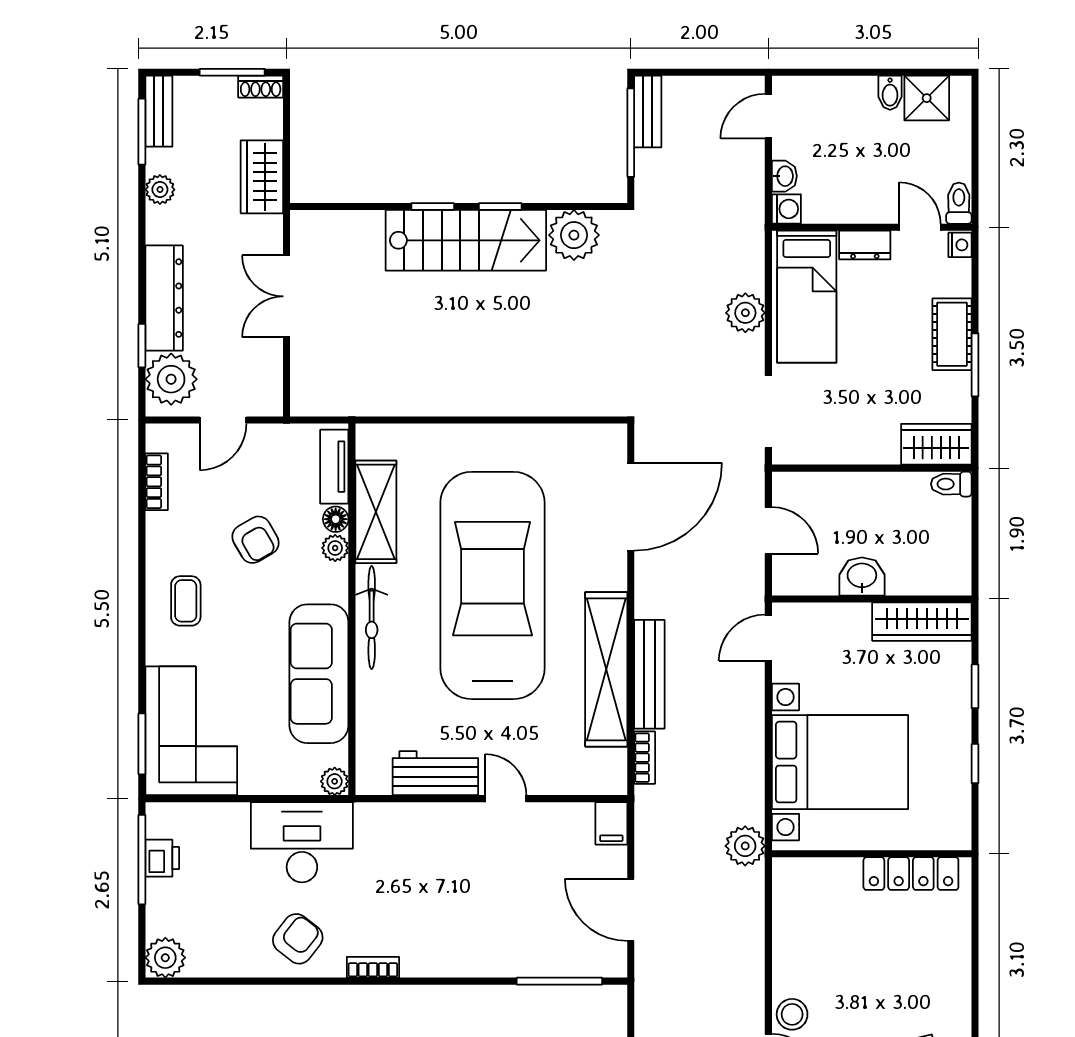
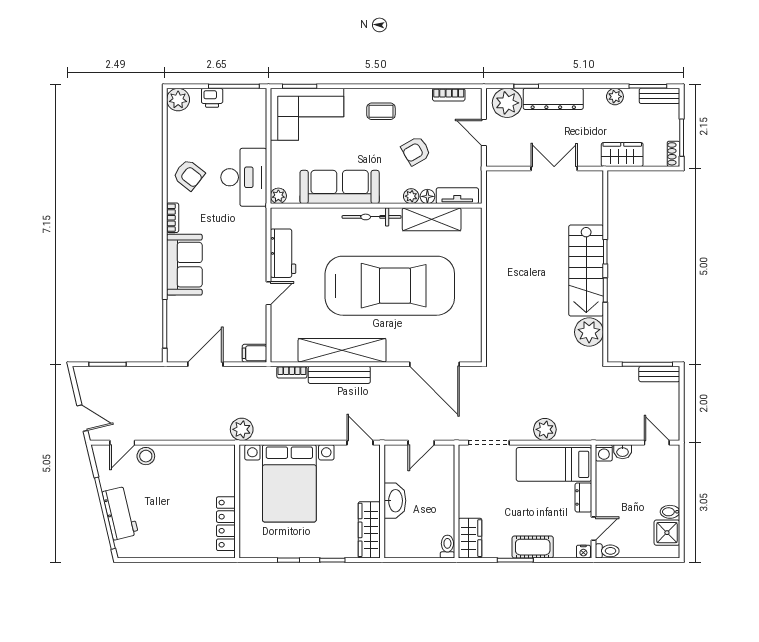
washbasin: (862, 576) -> (395, 501), width x1.38
printer: (162, 858) -> (212, 98), moved
sofa: (456, 947) -> (184, 265), added

